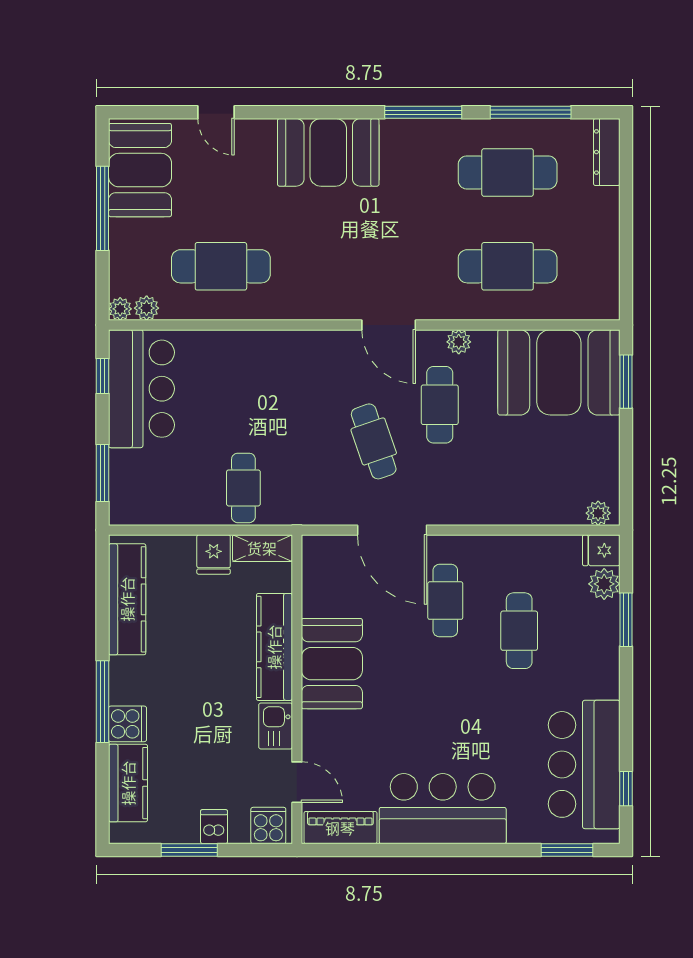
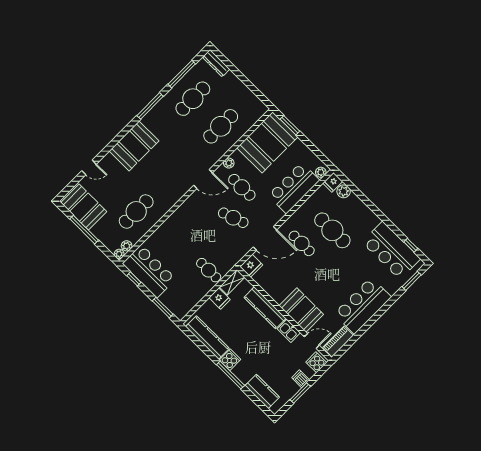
bar counter: (526, 494) -> (294, 188), added
fridge: (323, 553) -> (251, 266), added
window: (626, 620) -> (361, 195), removed
cafe table: (519, 631) -> (332, 230), width x1.37, depth x1.35
booth: (332, 664) -> (301, 310), moved
cooker: (127, 724) -> (230, 360), moved

